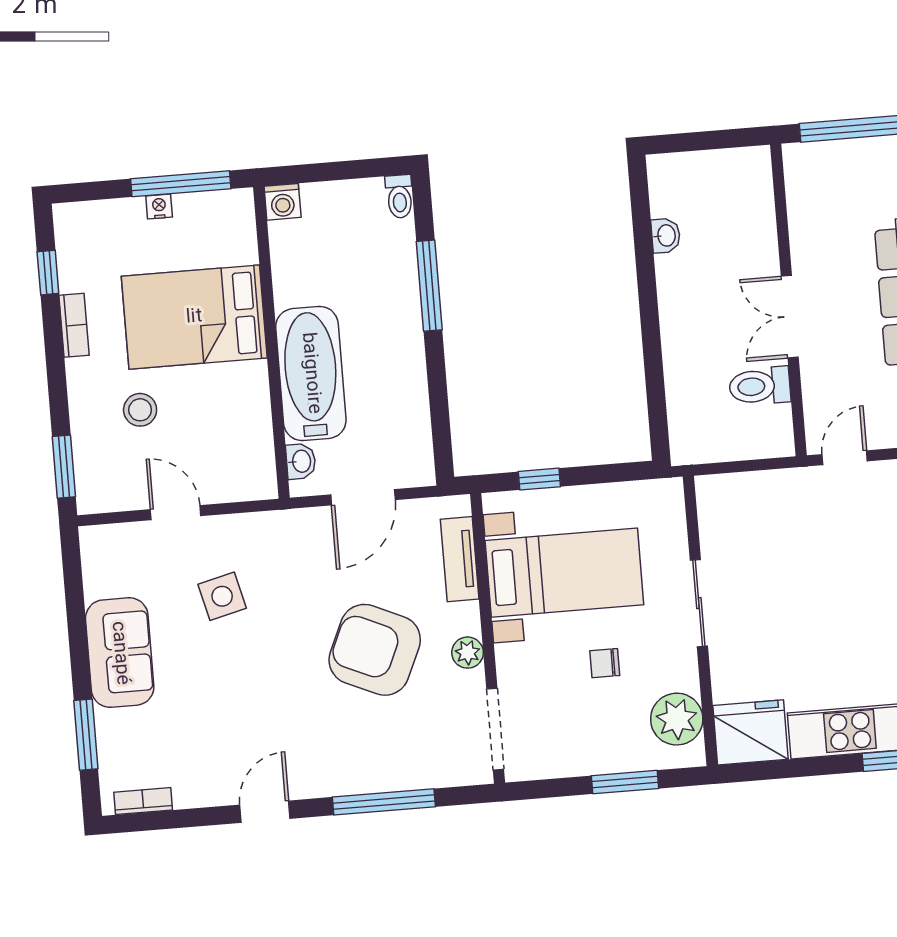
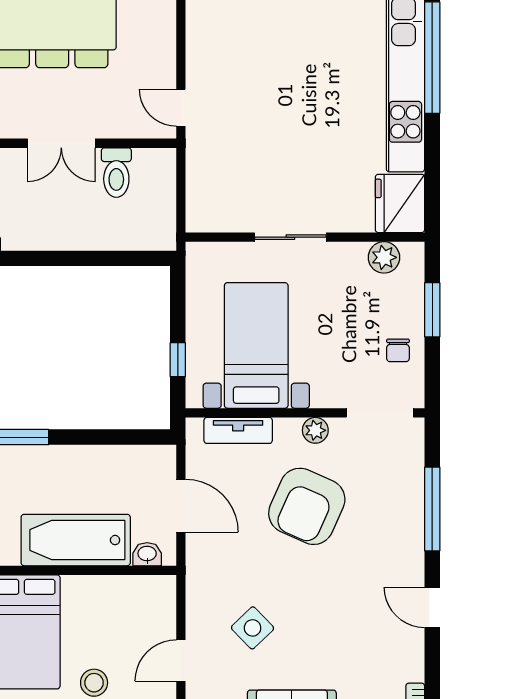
side table: (222, 596) -> (253, 628), turned -30
chair: (605, 663) -> (398, 350), moved
plant: (677, 719) -> (384, 257), width x0.73, depth x0.73

